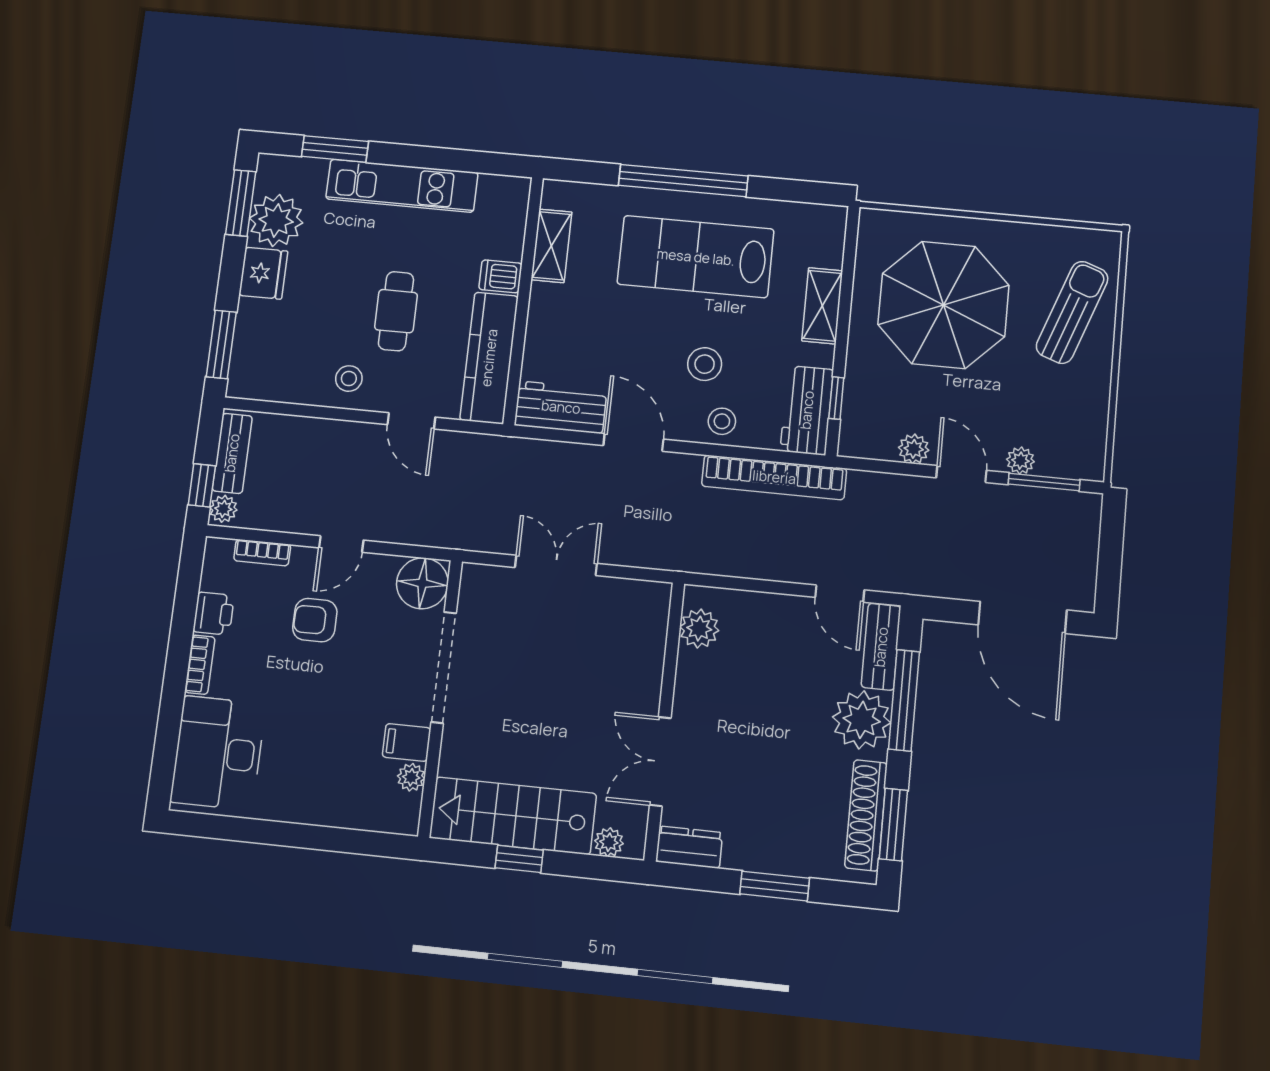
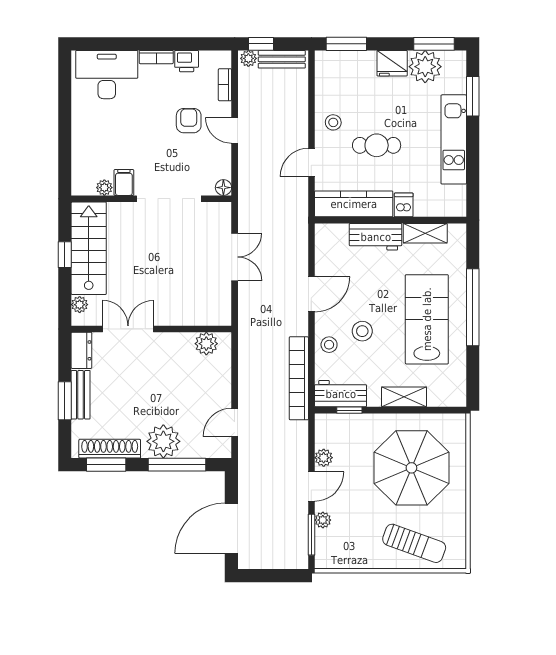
workbench: (561, 407) -> (376, 237), moved, turned 90
floor lamp: (422, 583) -> (223, 188), width x0.53, depth x0.53
bench: (881, 647) -> (81, 395), moved, turned 90

